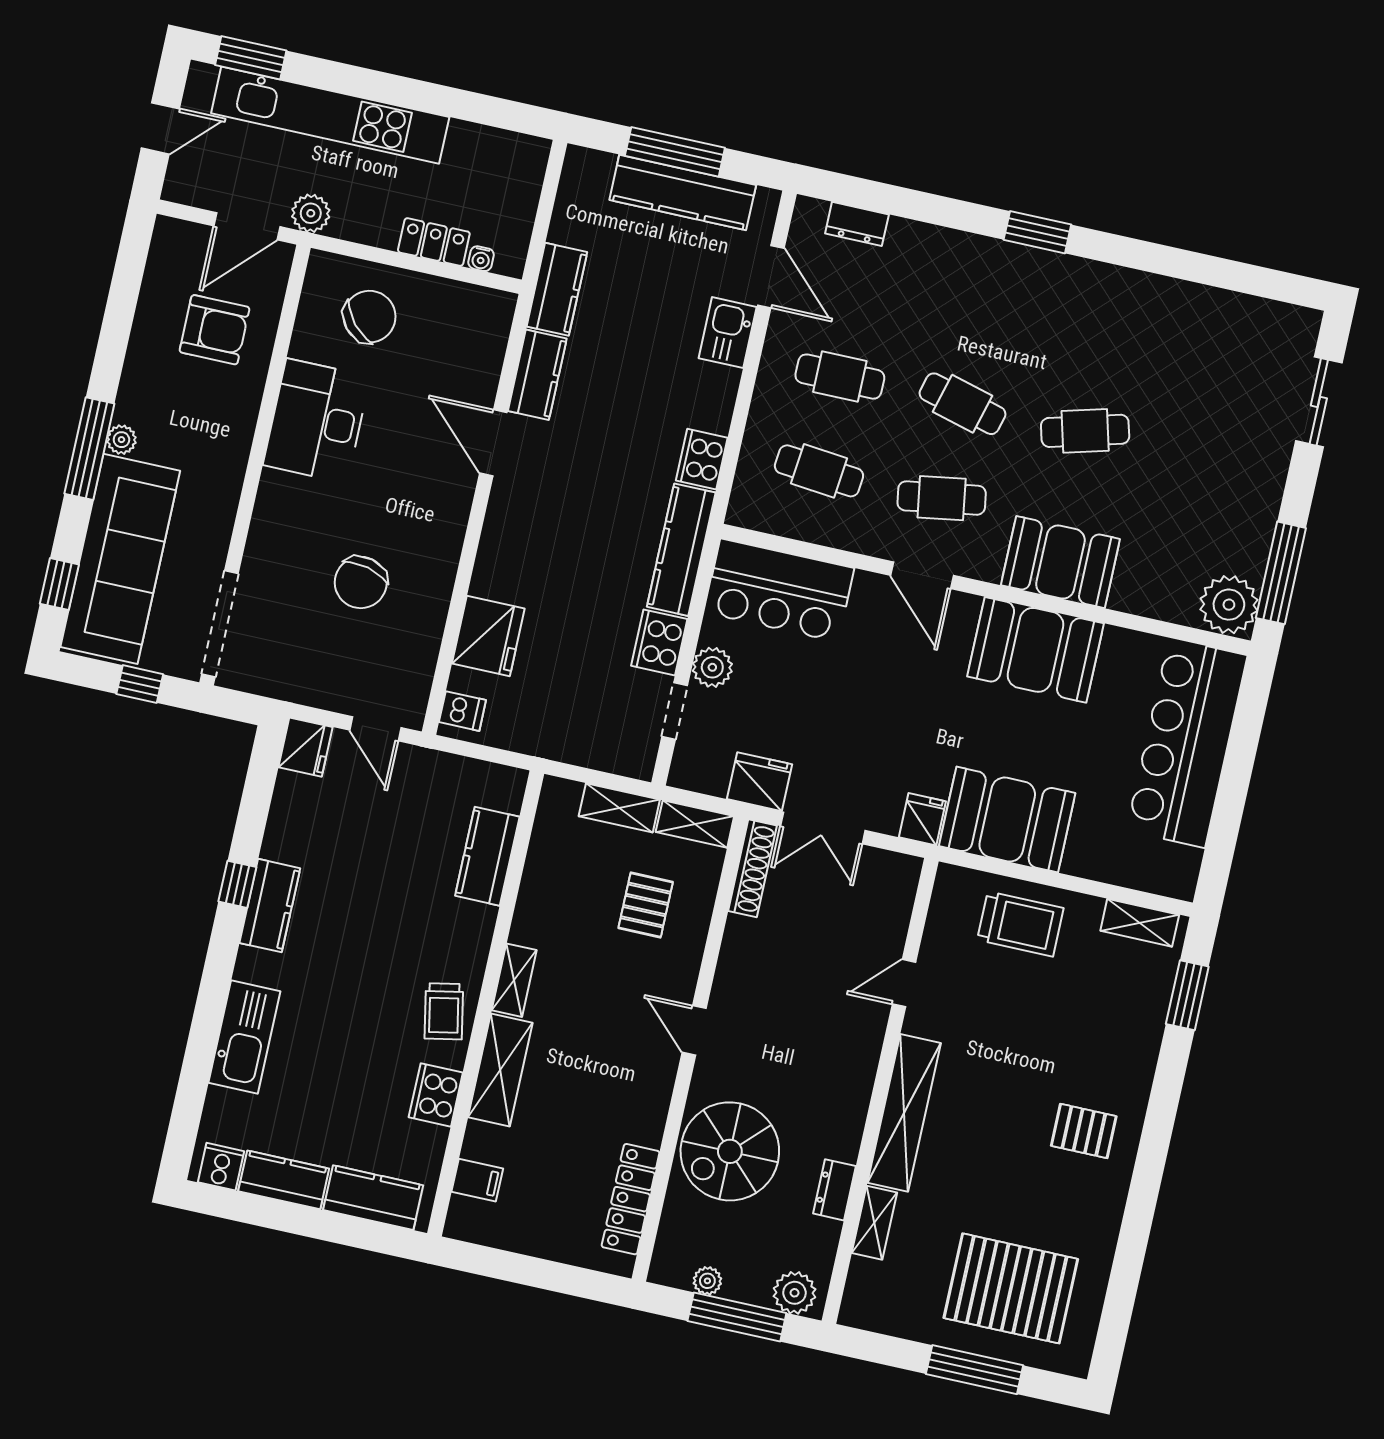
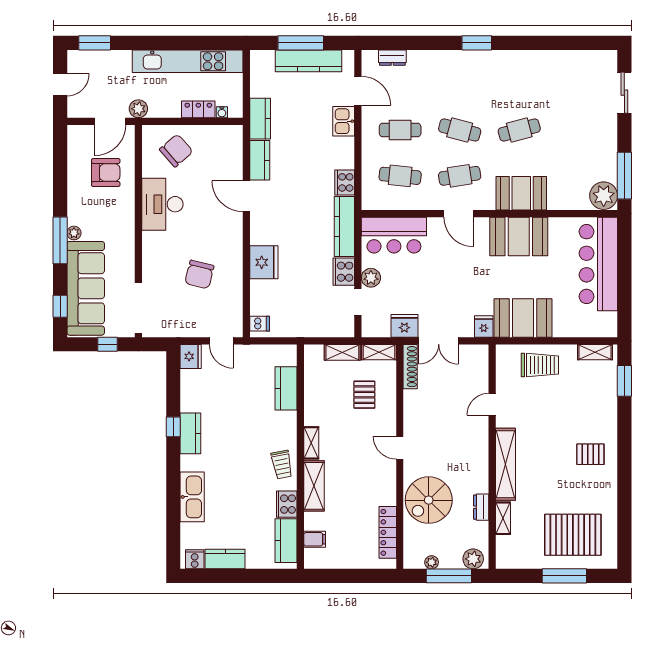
kitchen unit: (330, 115) -> (188, 61), moved
fridge: (488, 636) -> (264, 262), moved
kitchen counter: (373, 1198) -> (286, 541), moved, turned -90

